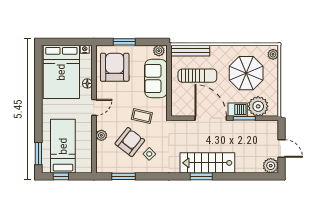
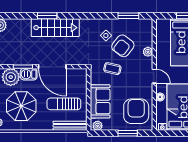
armchair: (115, 67) -> (136, 111), turned 180
door: (94, 107) -> (154, 76), swing flipped
window: (201, 176) -> (47, 16), moved

